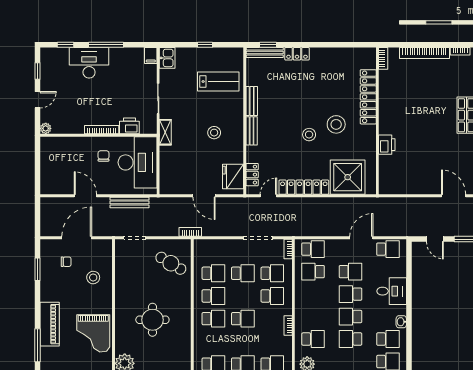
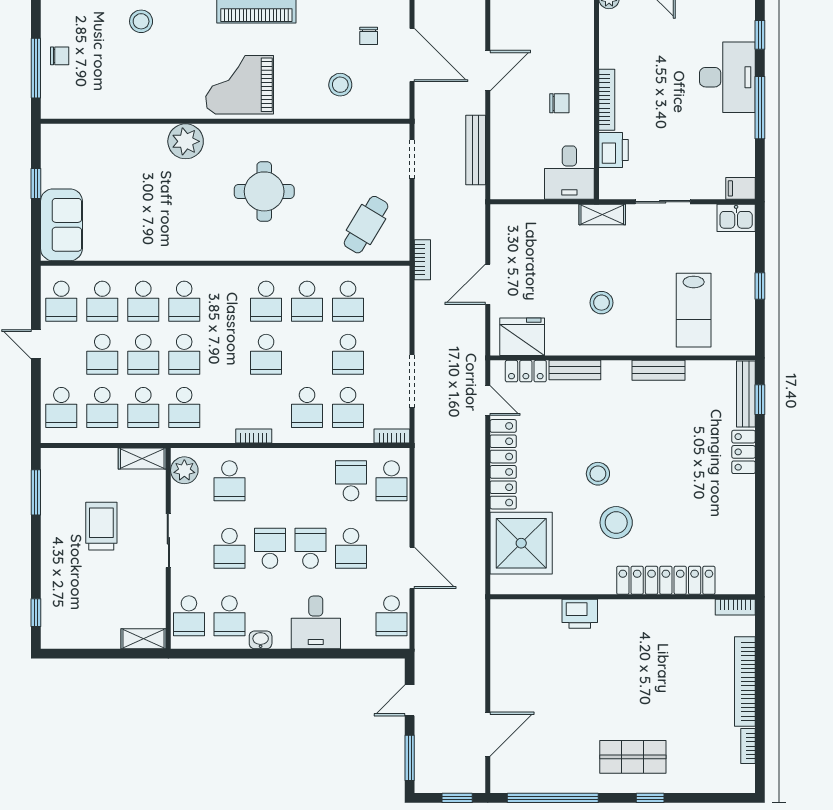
bench: (252, 131) -> (575, 370), moved
desk: (138, 162) -> (569, 173), width x0.53, depth x0.77
school desk: (350, 339) -> (229, 548), turned 180

